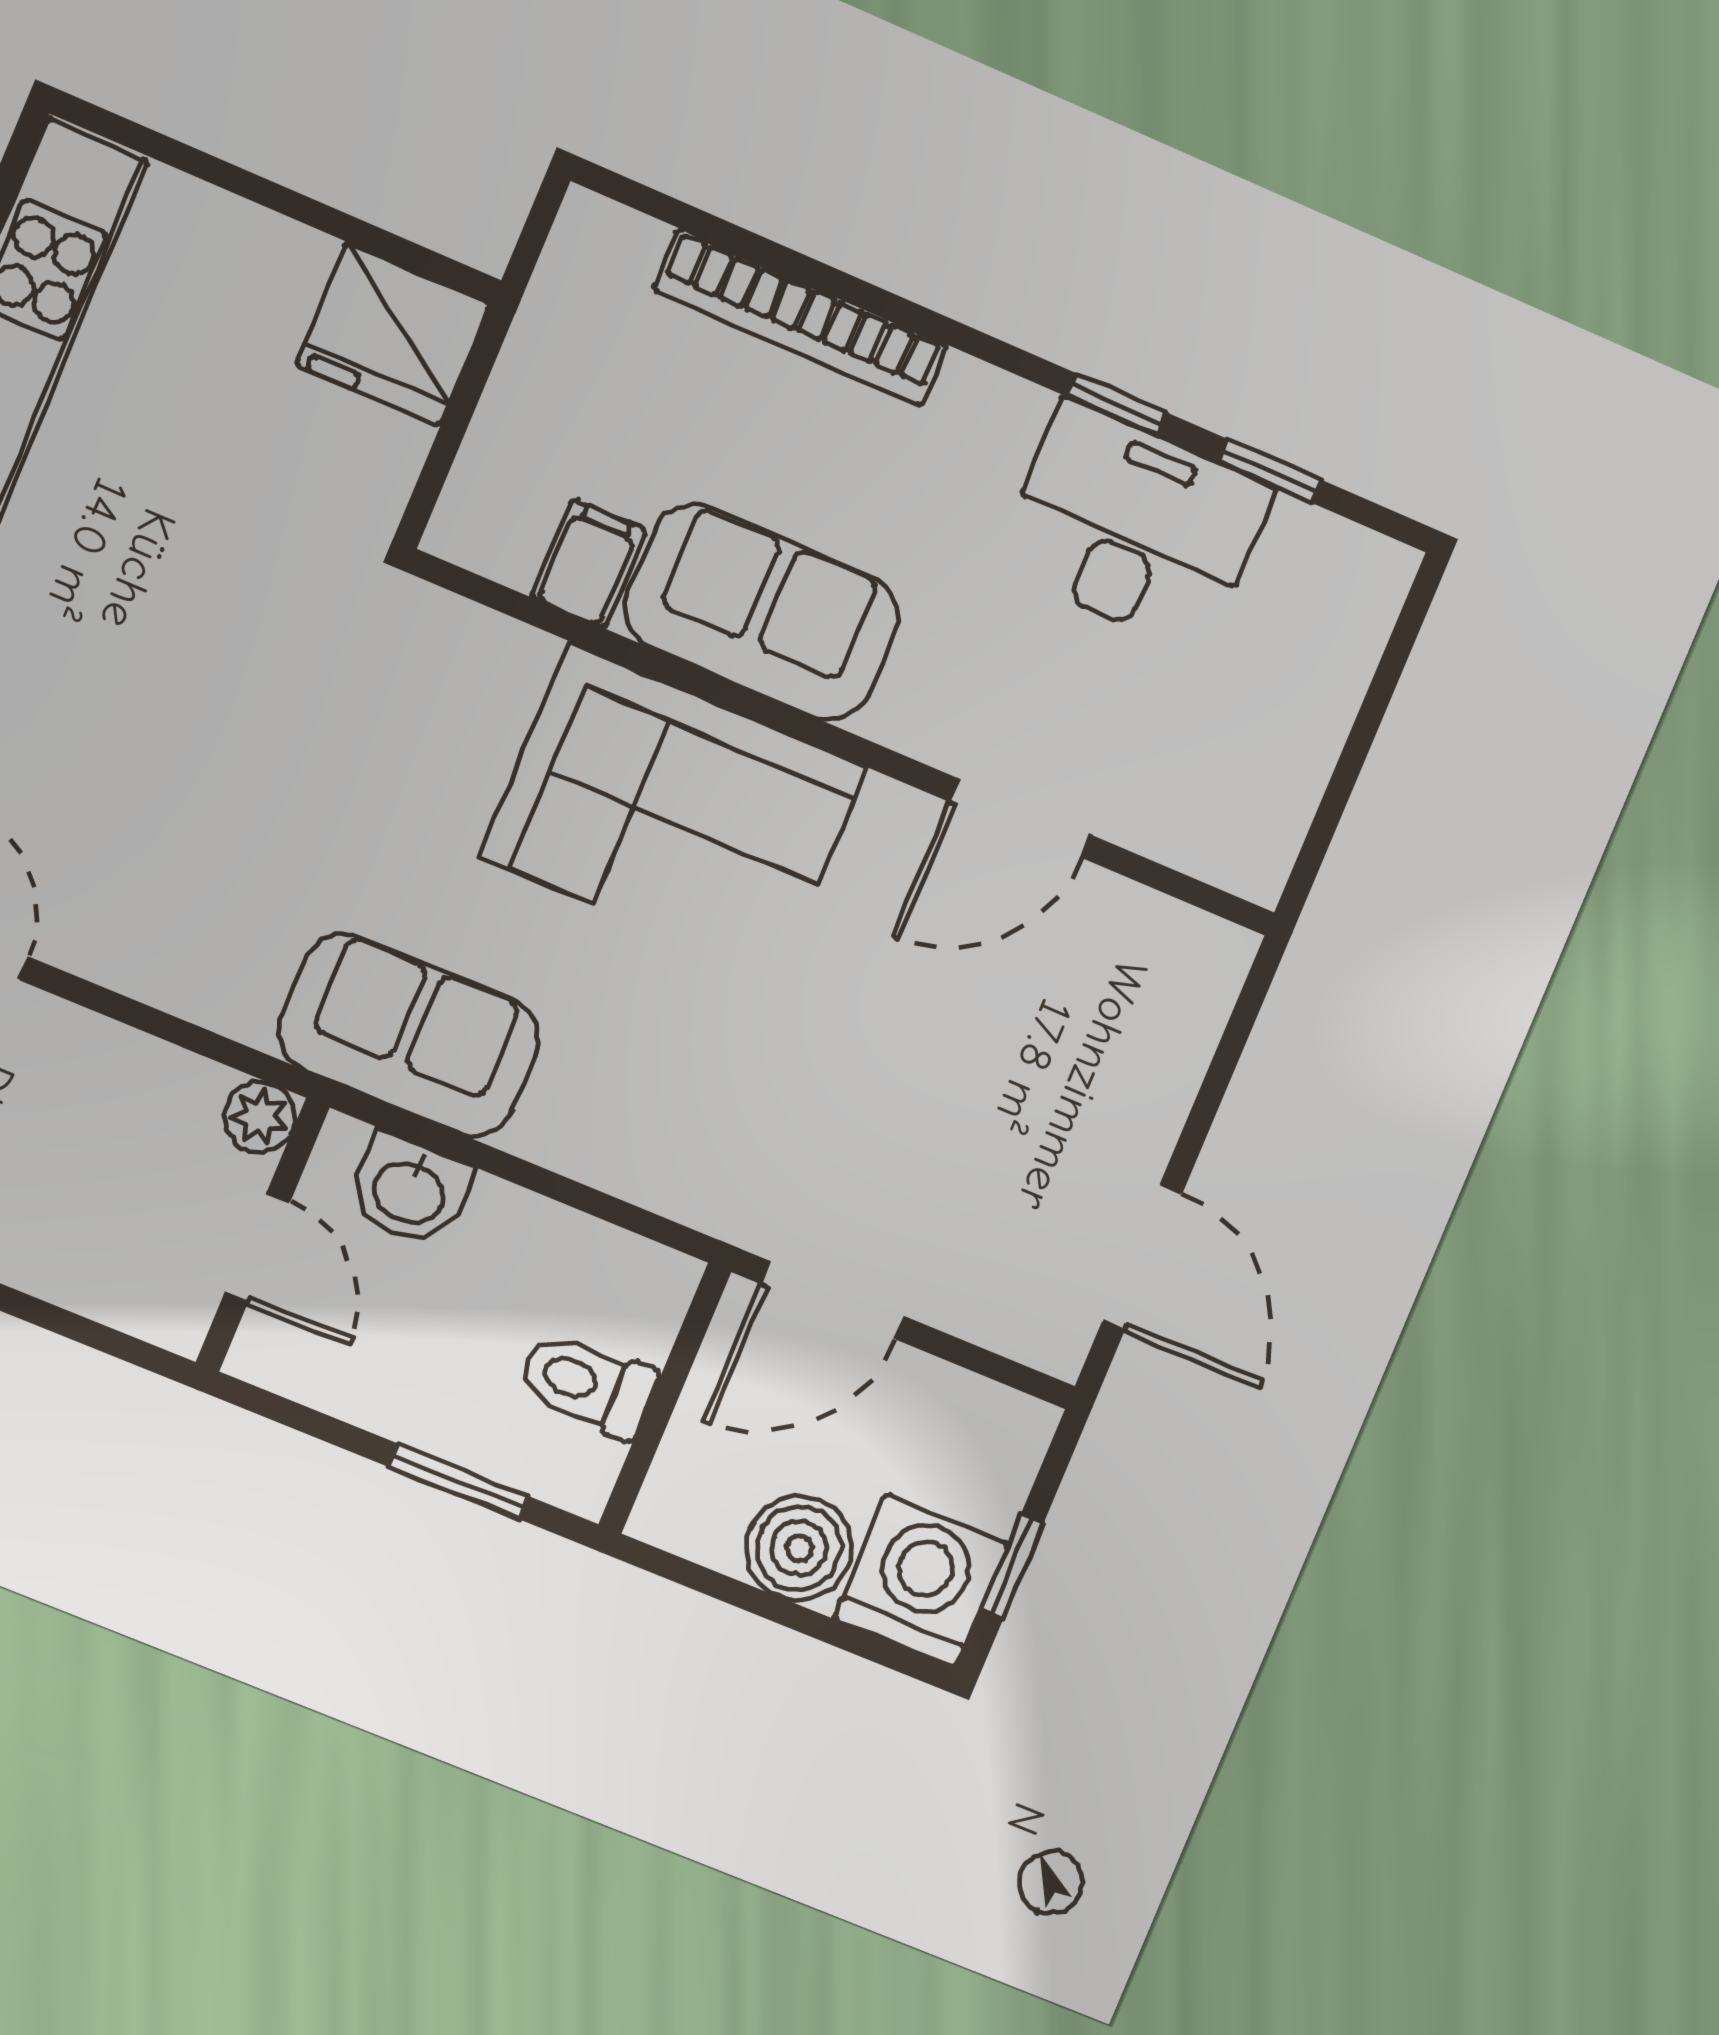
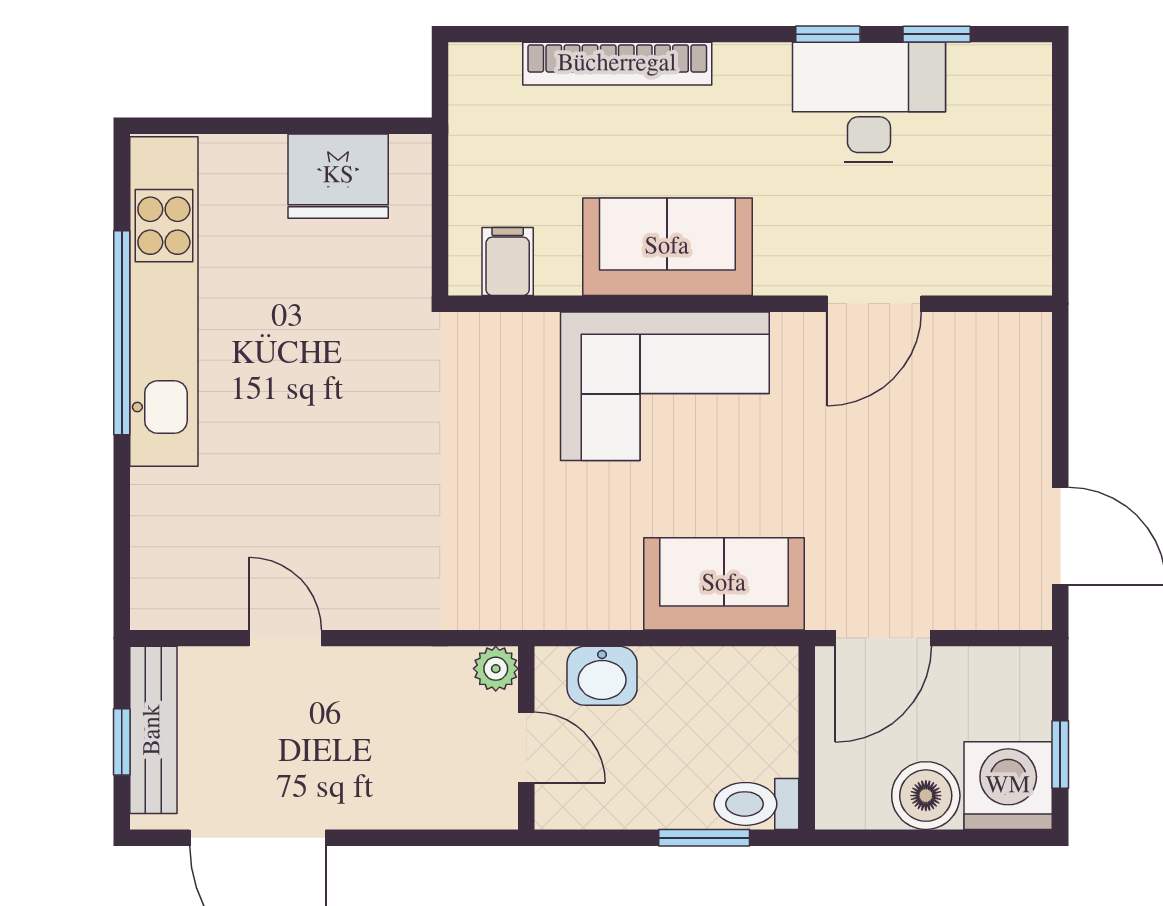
fridge: (393, 334) -> (338, 176), moved
filing cabinet: (589, 564) -> (508, 262), moved
sofa: (409, 1035) -> (724, 584), moved
toilet: (587, 1384) -> (756, 804), moved

